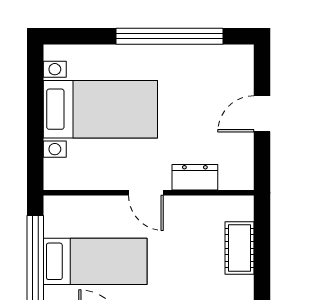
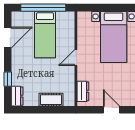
dresser: (195, 177) -> (83, 91), moved

